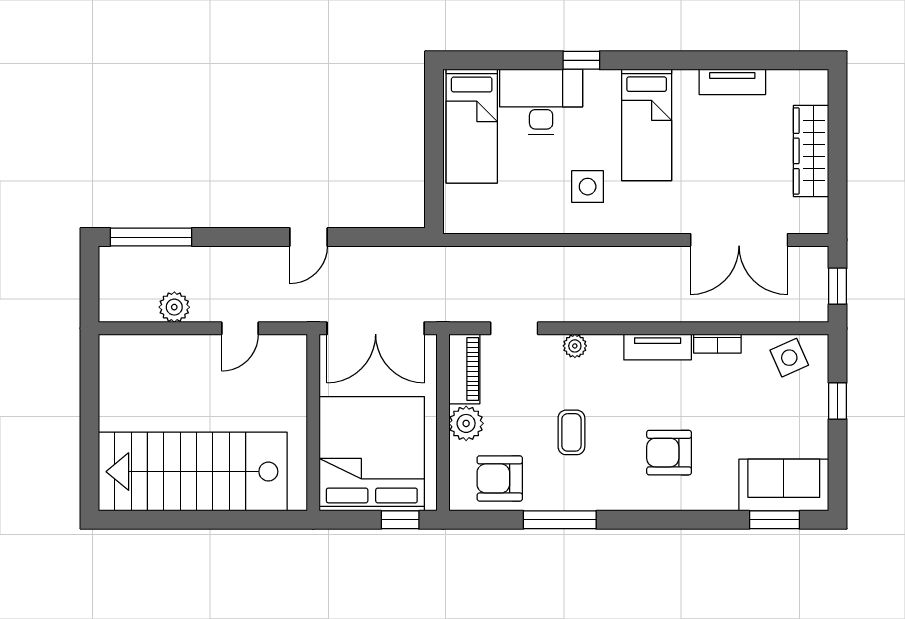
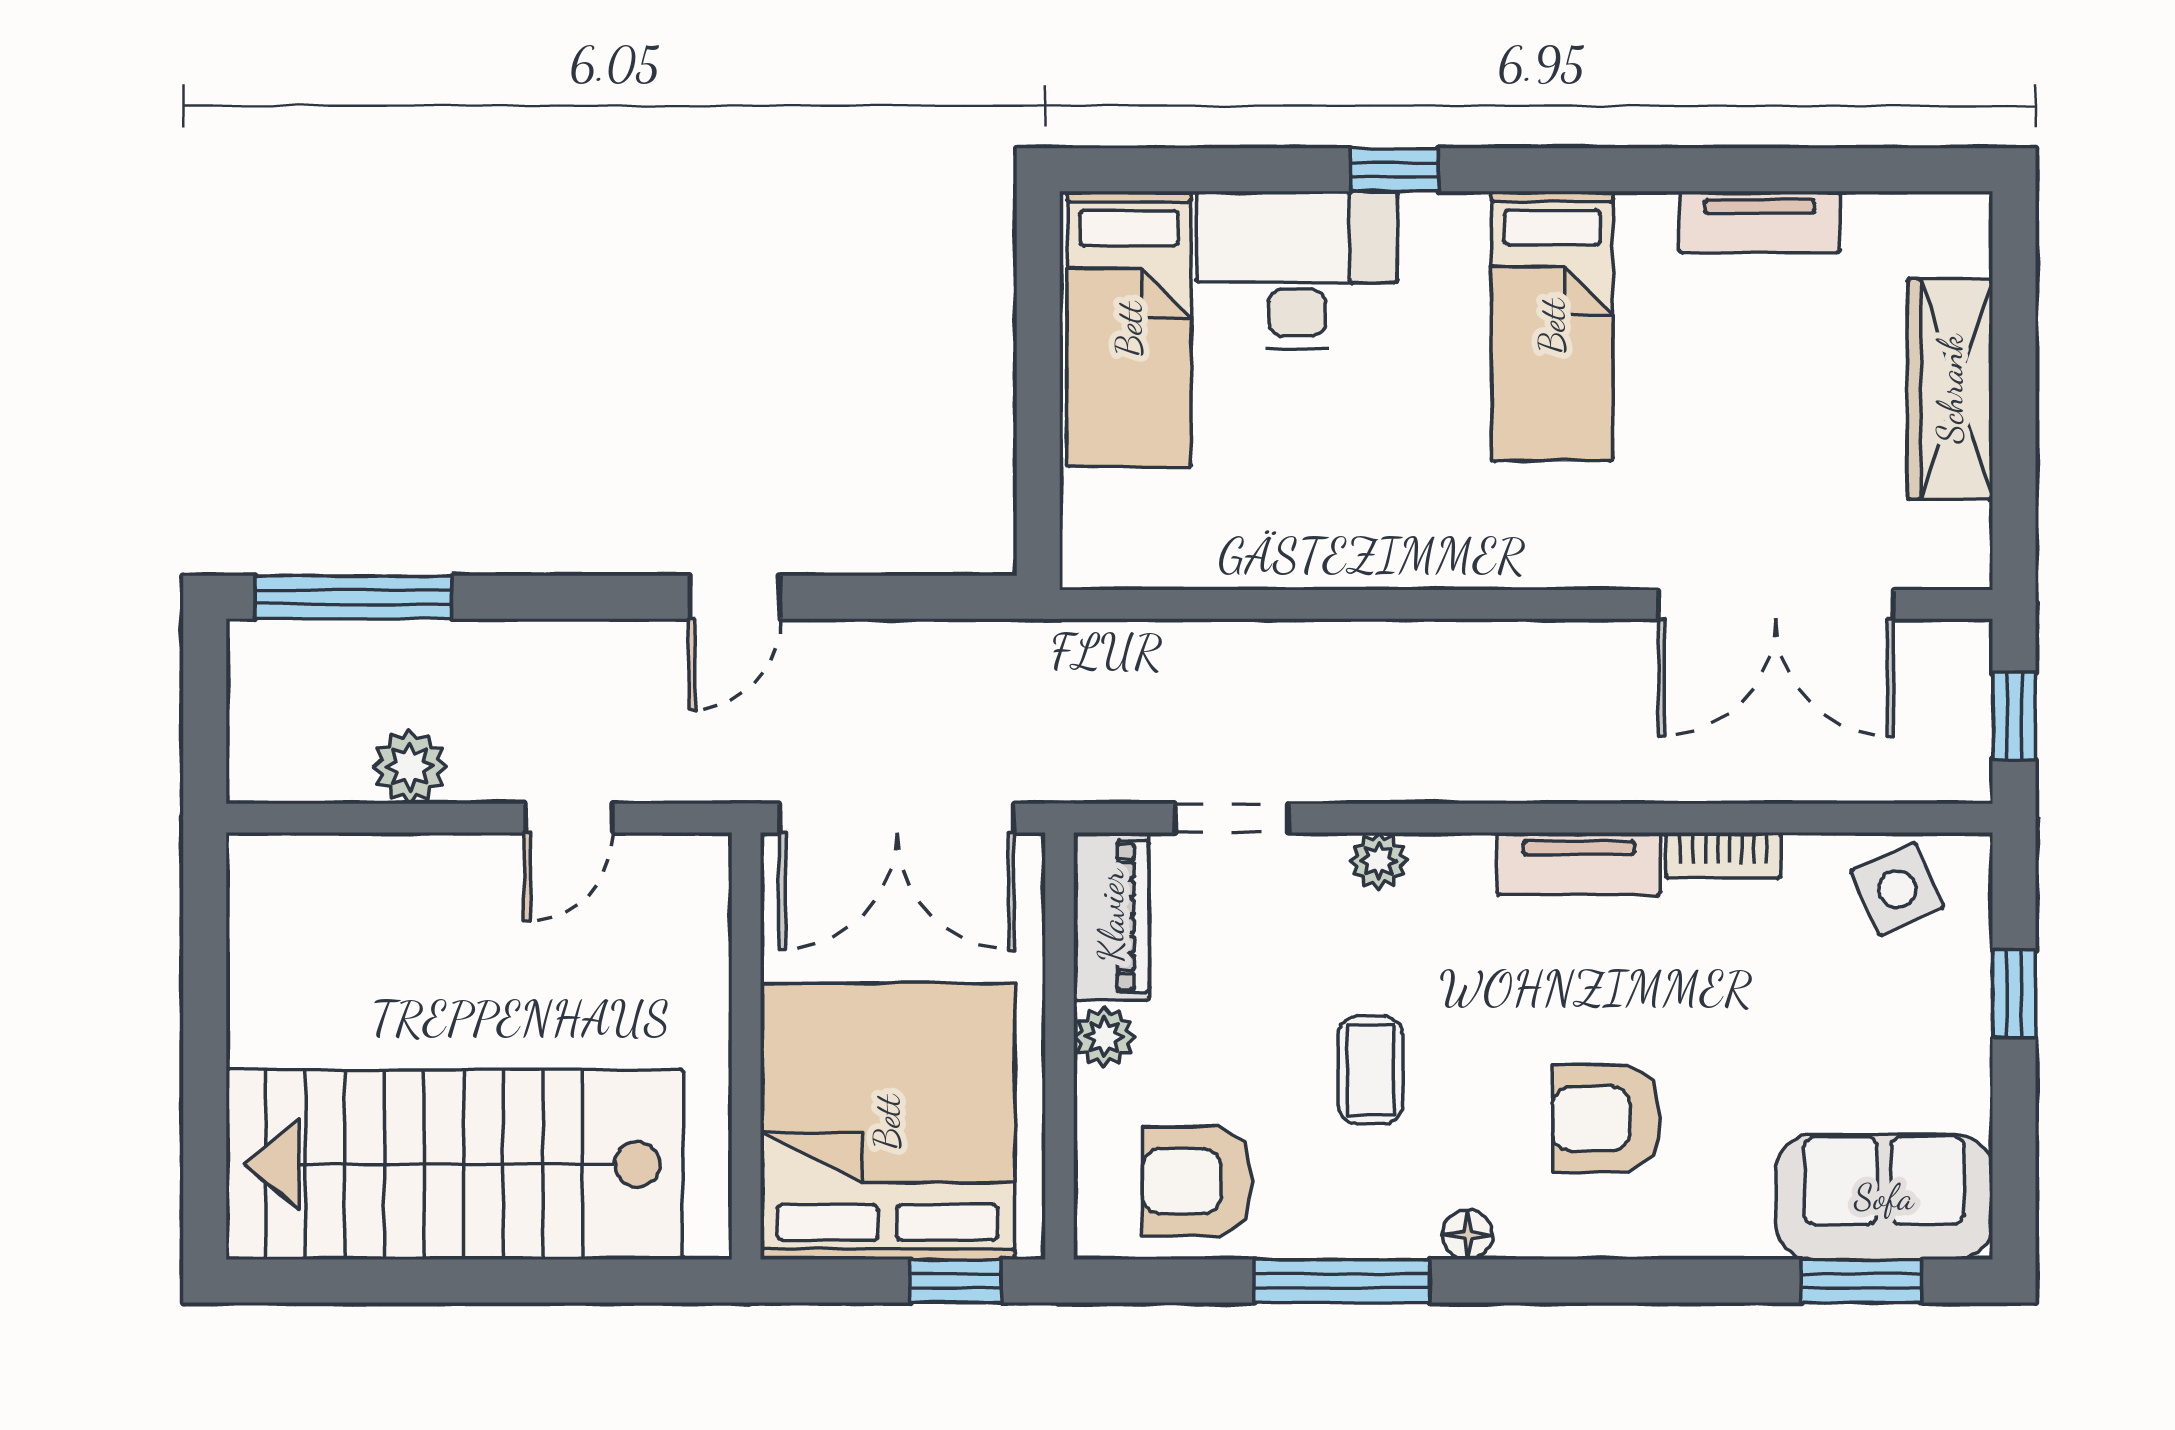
side table: (588, 187) -> (1409, 475), removed
plant: (466, 423) -> (1104, 1037), width x0.73, depth x0.73
floor lamp: (612, 501) -> (1468, 1235), added

